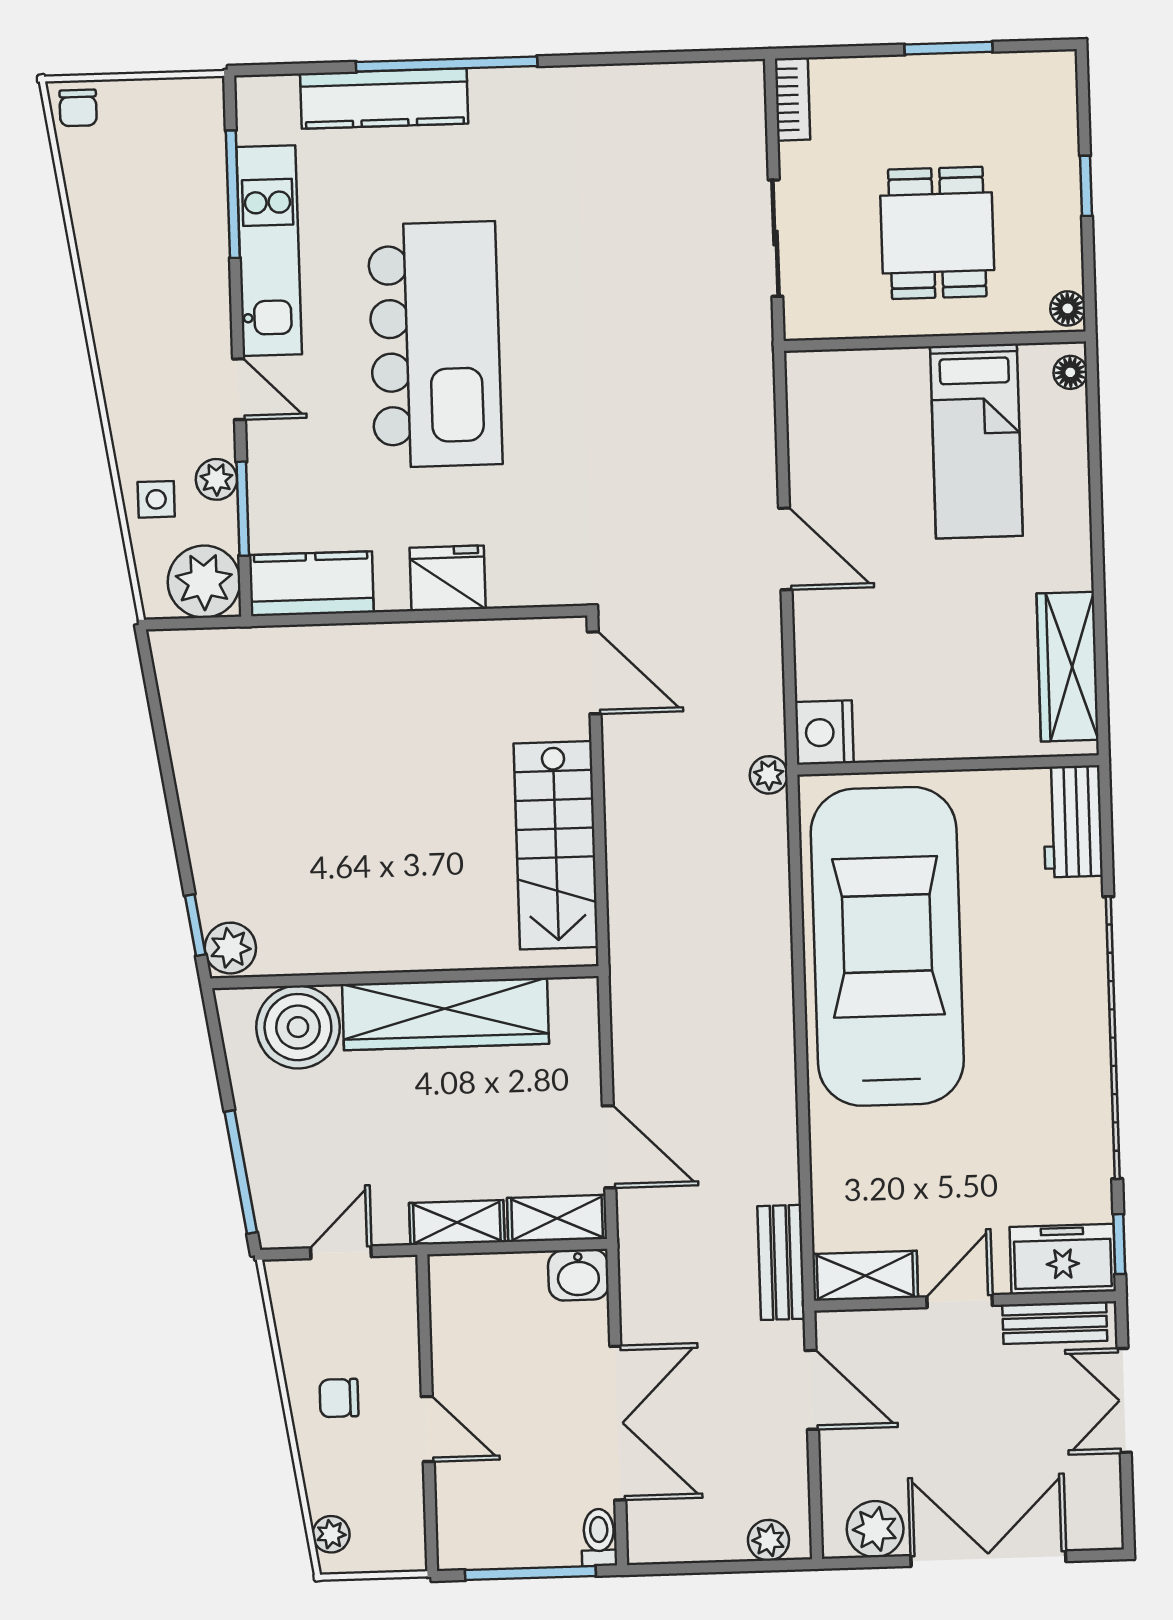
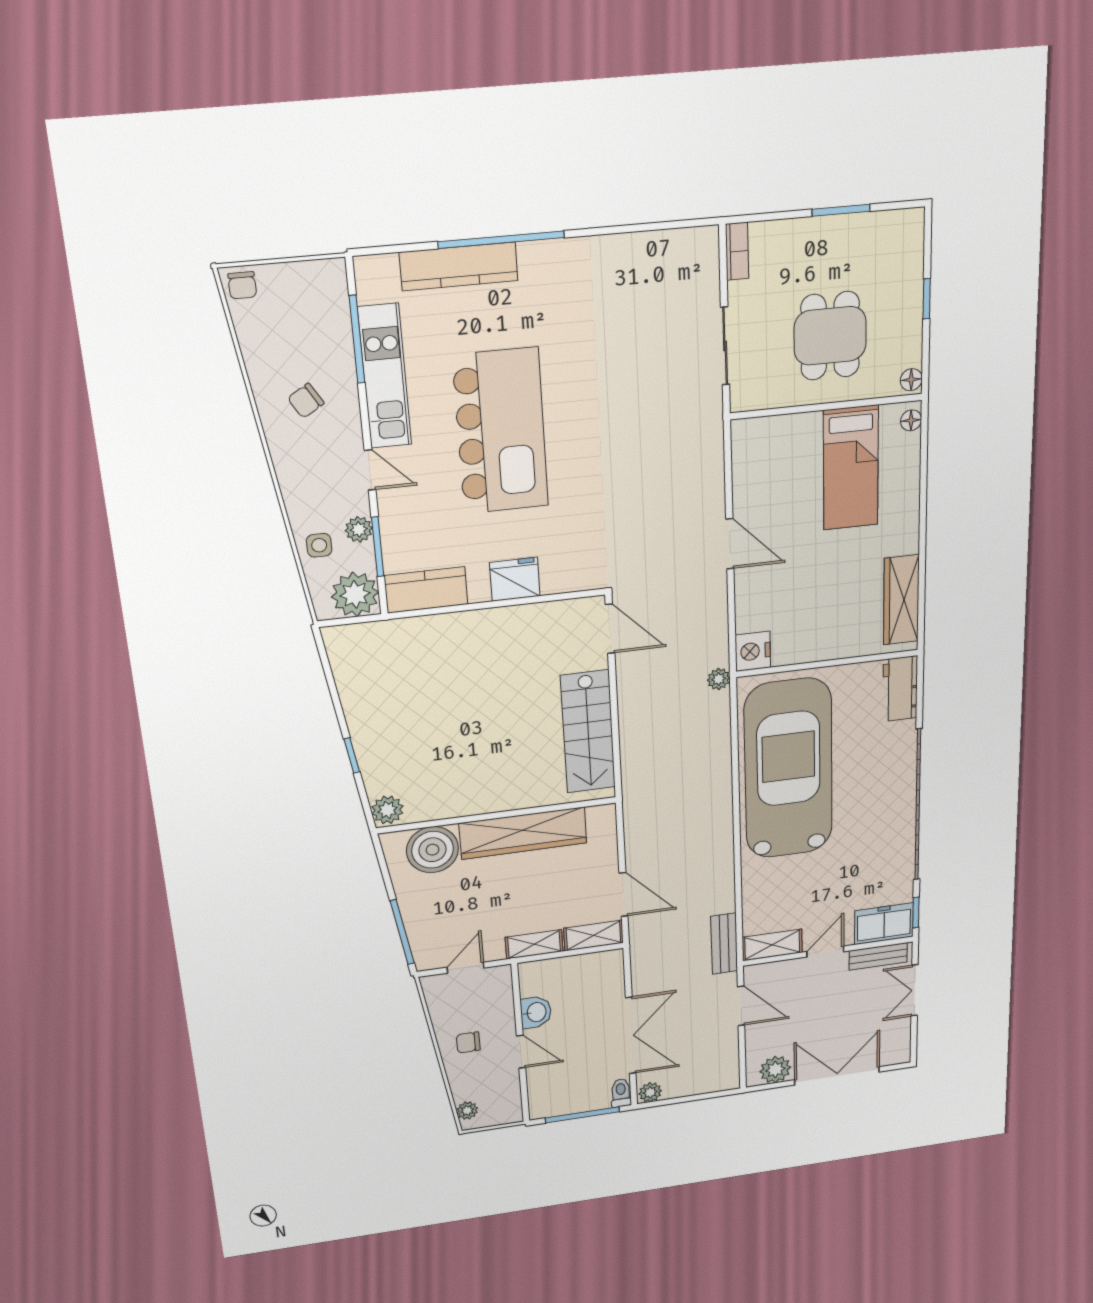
chair: (154, 279) -> (306, 401), added
window: (195, 925) -> (352, 755), moved
washbasin: (578, 1275) -> (536, 1012), moved, turned -90
plant: (768, 1540) -> (650, 1092), moved

